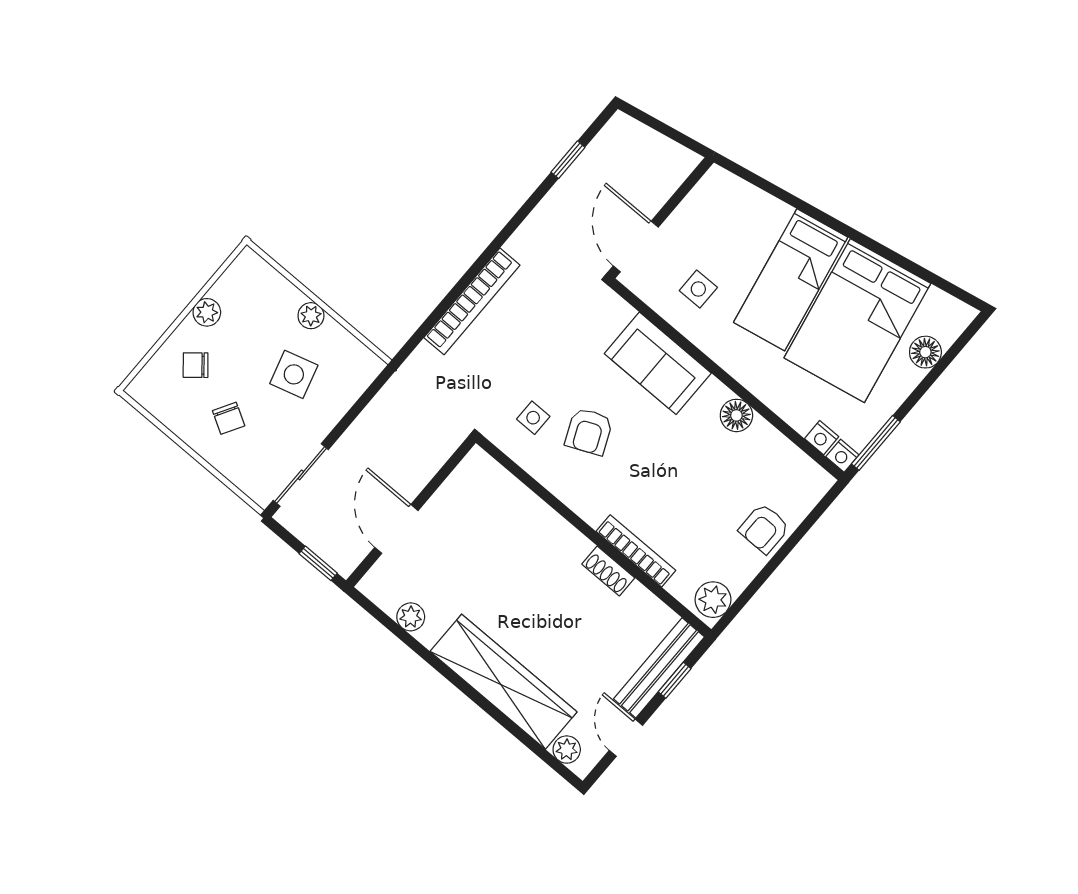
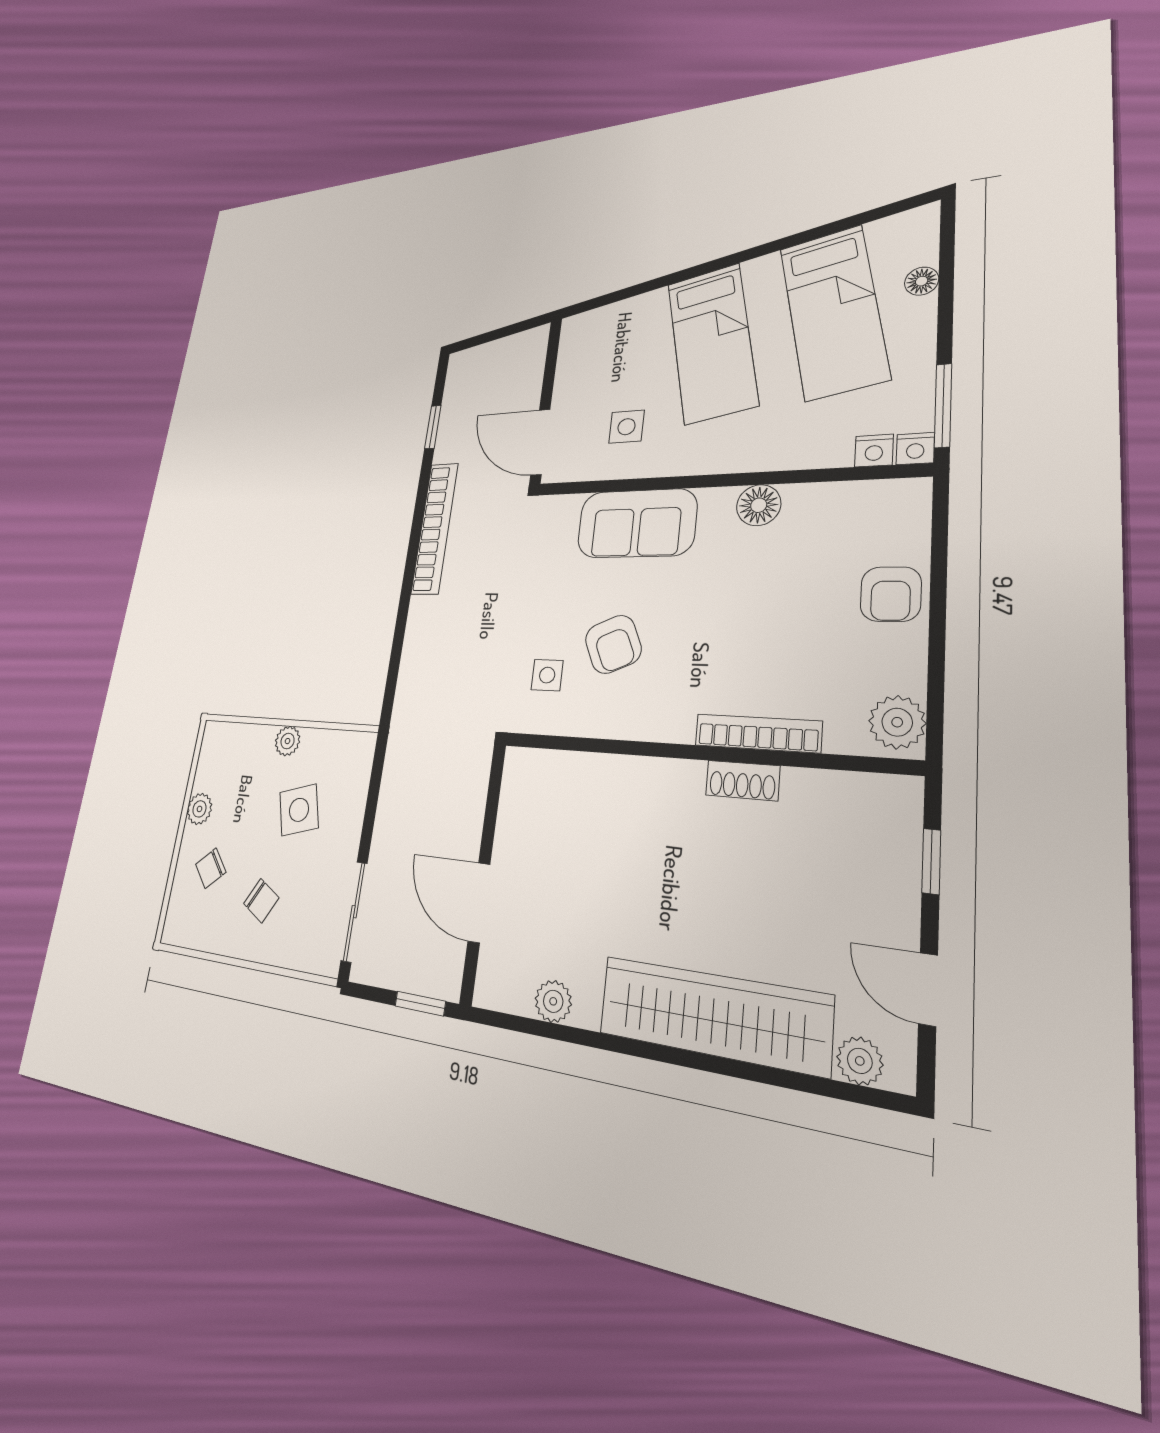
bookcase: (472, 301) -> (435, 528), moved
bed: (857, 321) -> (834, 312), width x0.67
floor lamp: (925, 352) -> (922, 281), width x0.73, depth x0.73
bench: (659, 668) -> (897, 859), removed

